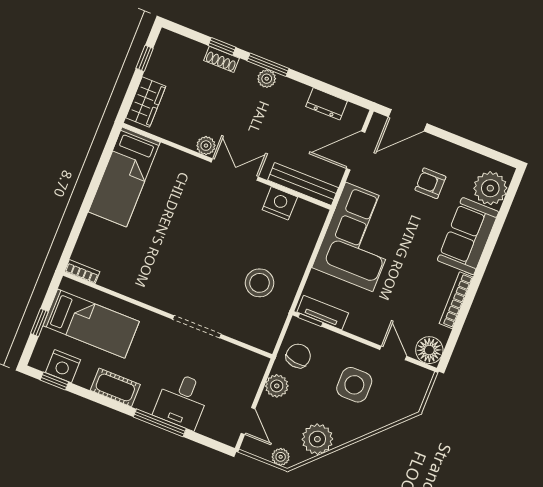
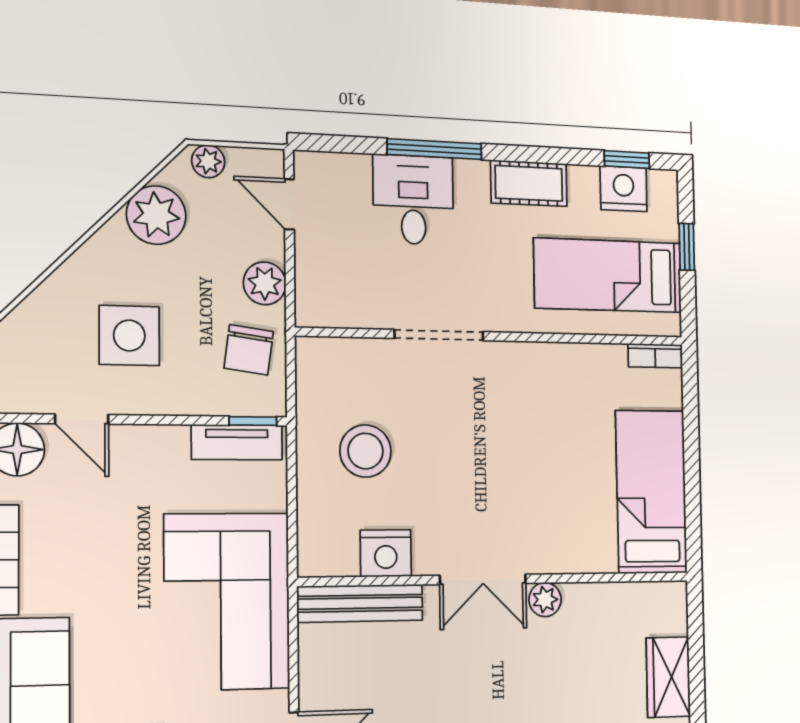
plant: (206, 146) -> (545, 600), moved
wall: (227, 166) -> (498, 579), moved
double door: (235, 169) -> (483, 579), moved
bed: (124, 177) -> (651, 492), moved
bench: (303, 184) -> (360, 603), moved
nightstand: (280, 203) -> (386, 553), moved

